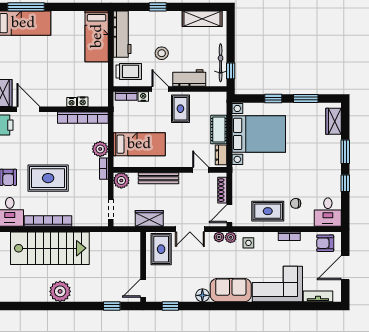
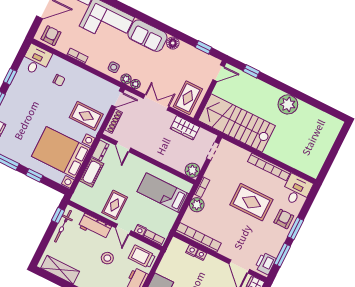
bench: (158, 178) -> (161, 157), removed
rug: (268, 211) -> (86, 116), moved
armchair: (325, 243) -> (51, 36), turned -90
stairs: (50, 248) -> (237, 123), moved

